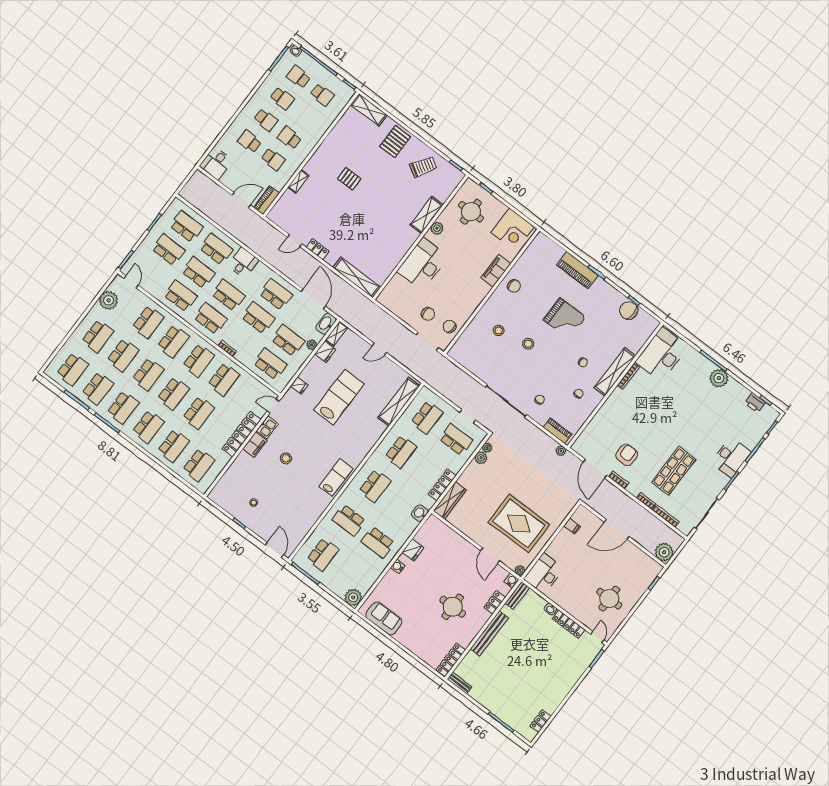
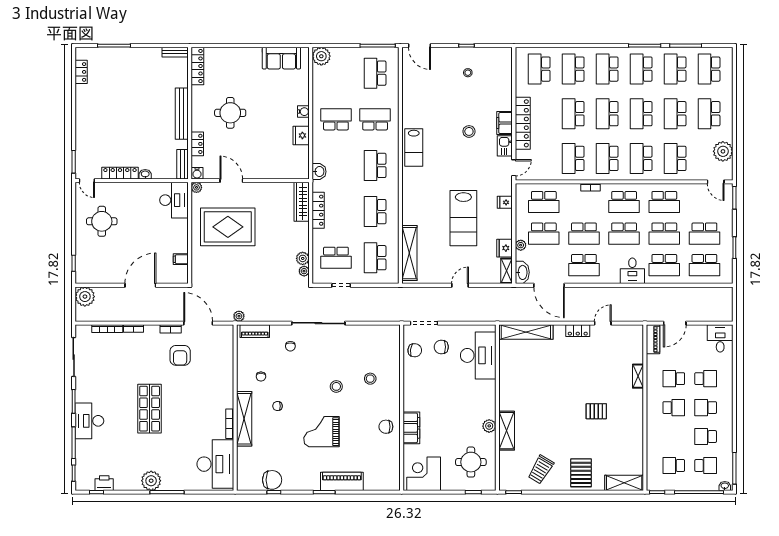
desk: (423, 264) -> (478, 355), moved
shop shelf: (674, 471) -> (150, 409), moved

